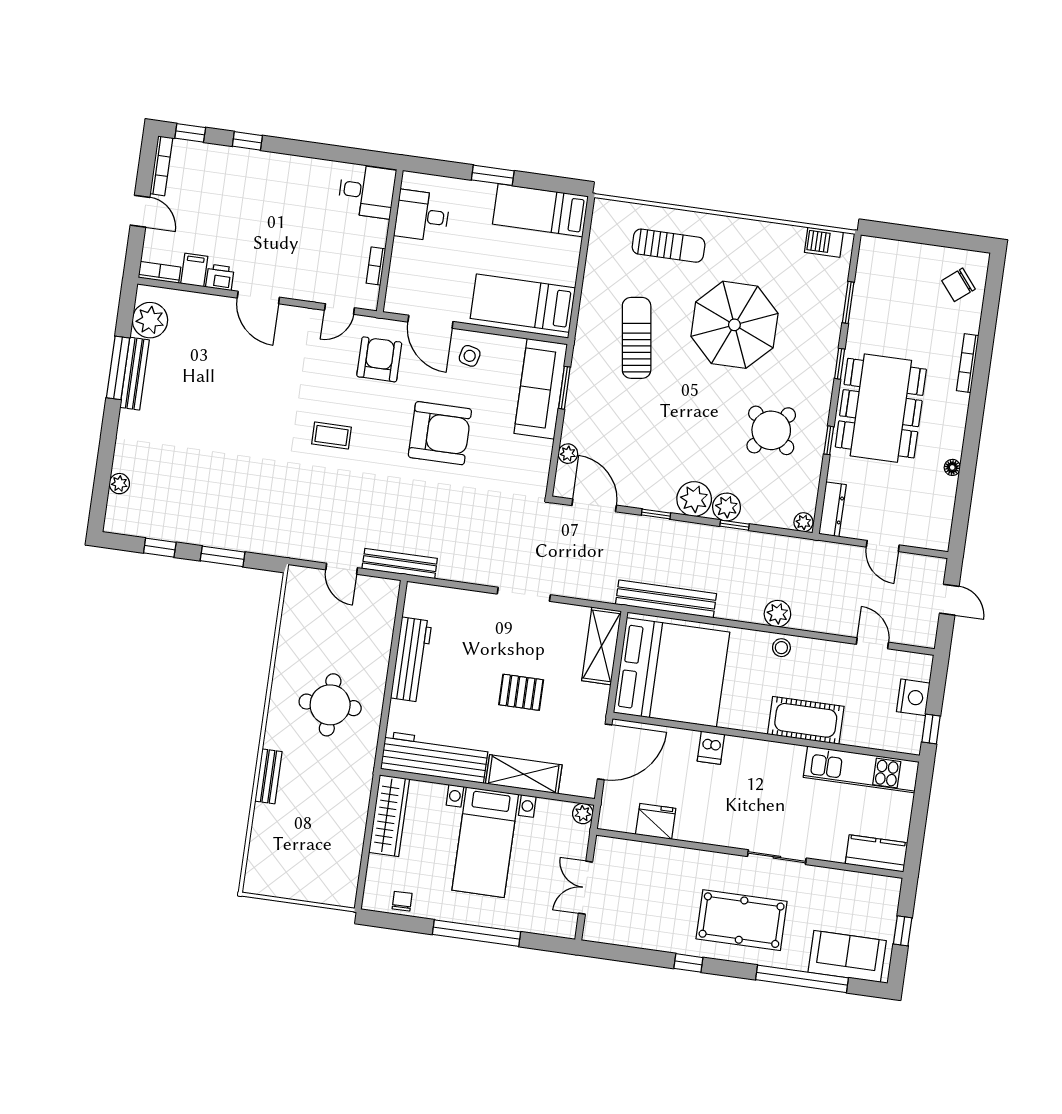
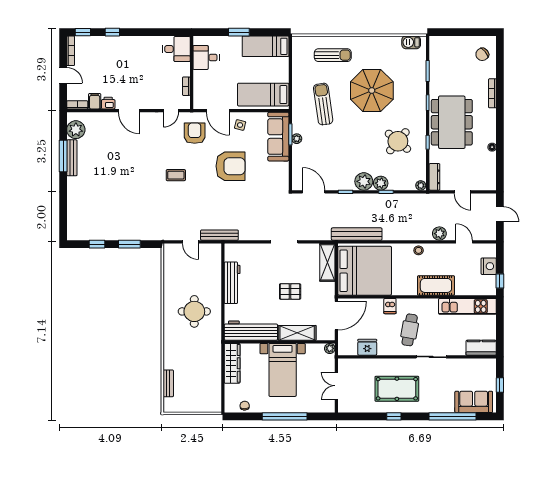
plant: (568, 454) -> (297, 139), moved
plant: (119, 484) -> (72, 215), removed
plant: (777, 614) -> (439, 234), moved
bench: (268, 776) -> (168, 383), moved
cafe table: (742, 799) -> (410, 330), added
pool table: (742, 920) -> (397, 389), moved

